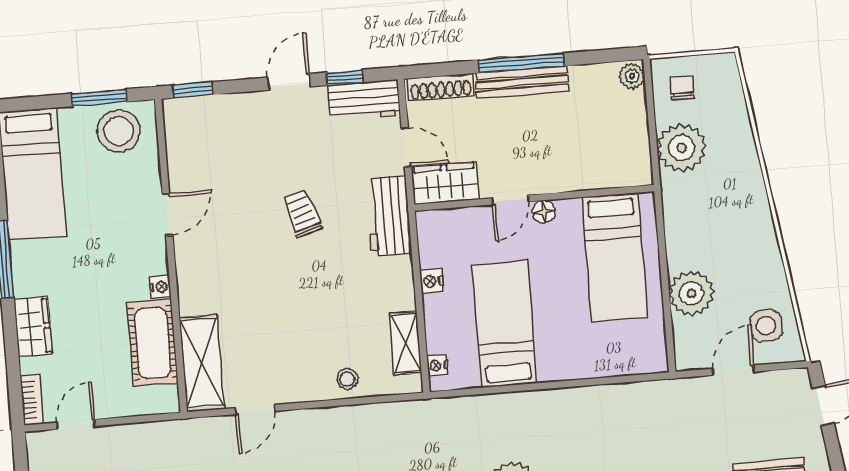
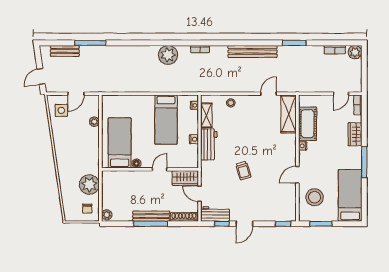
stool: (119, 131) -> (315, 197), moved
floor lamp: (544, 212) -> (136, 163), moved
workbench: (389, 216) -> (209, 144), moved
plant: (691, 293) -> (94, 122), width x0.53, depth x0.53

